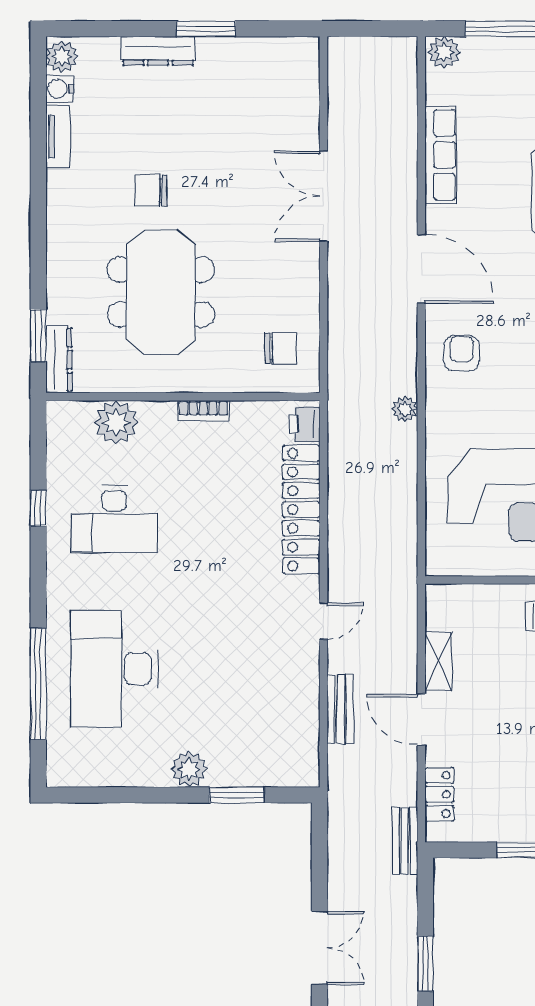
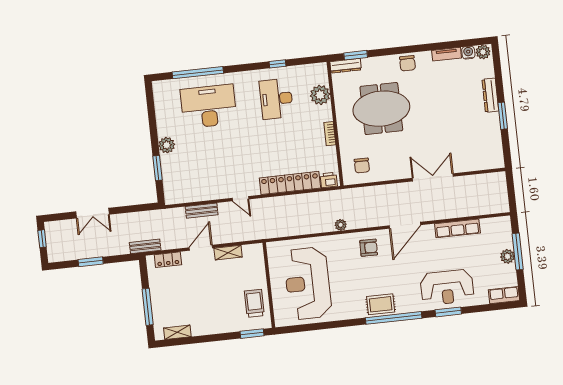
plant: (444, 52) -> (507, 256), moved
chair: (151, 191) -> (407, 63), moved, turned 180

